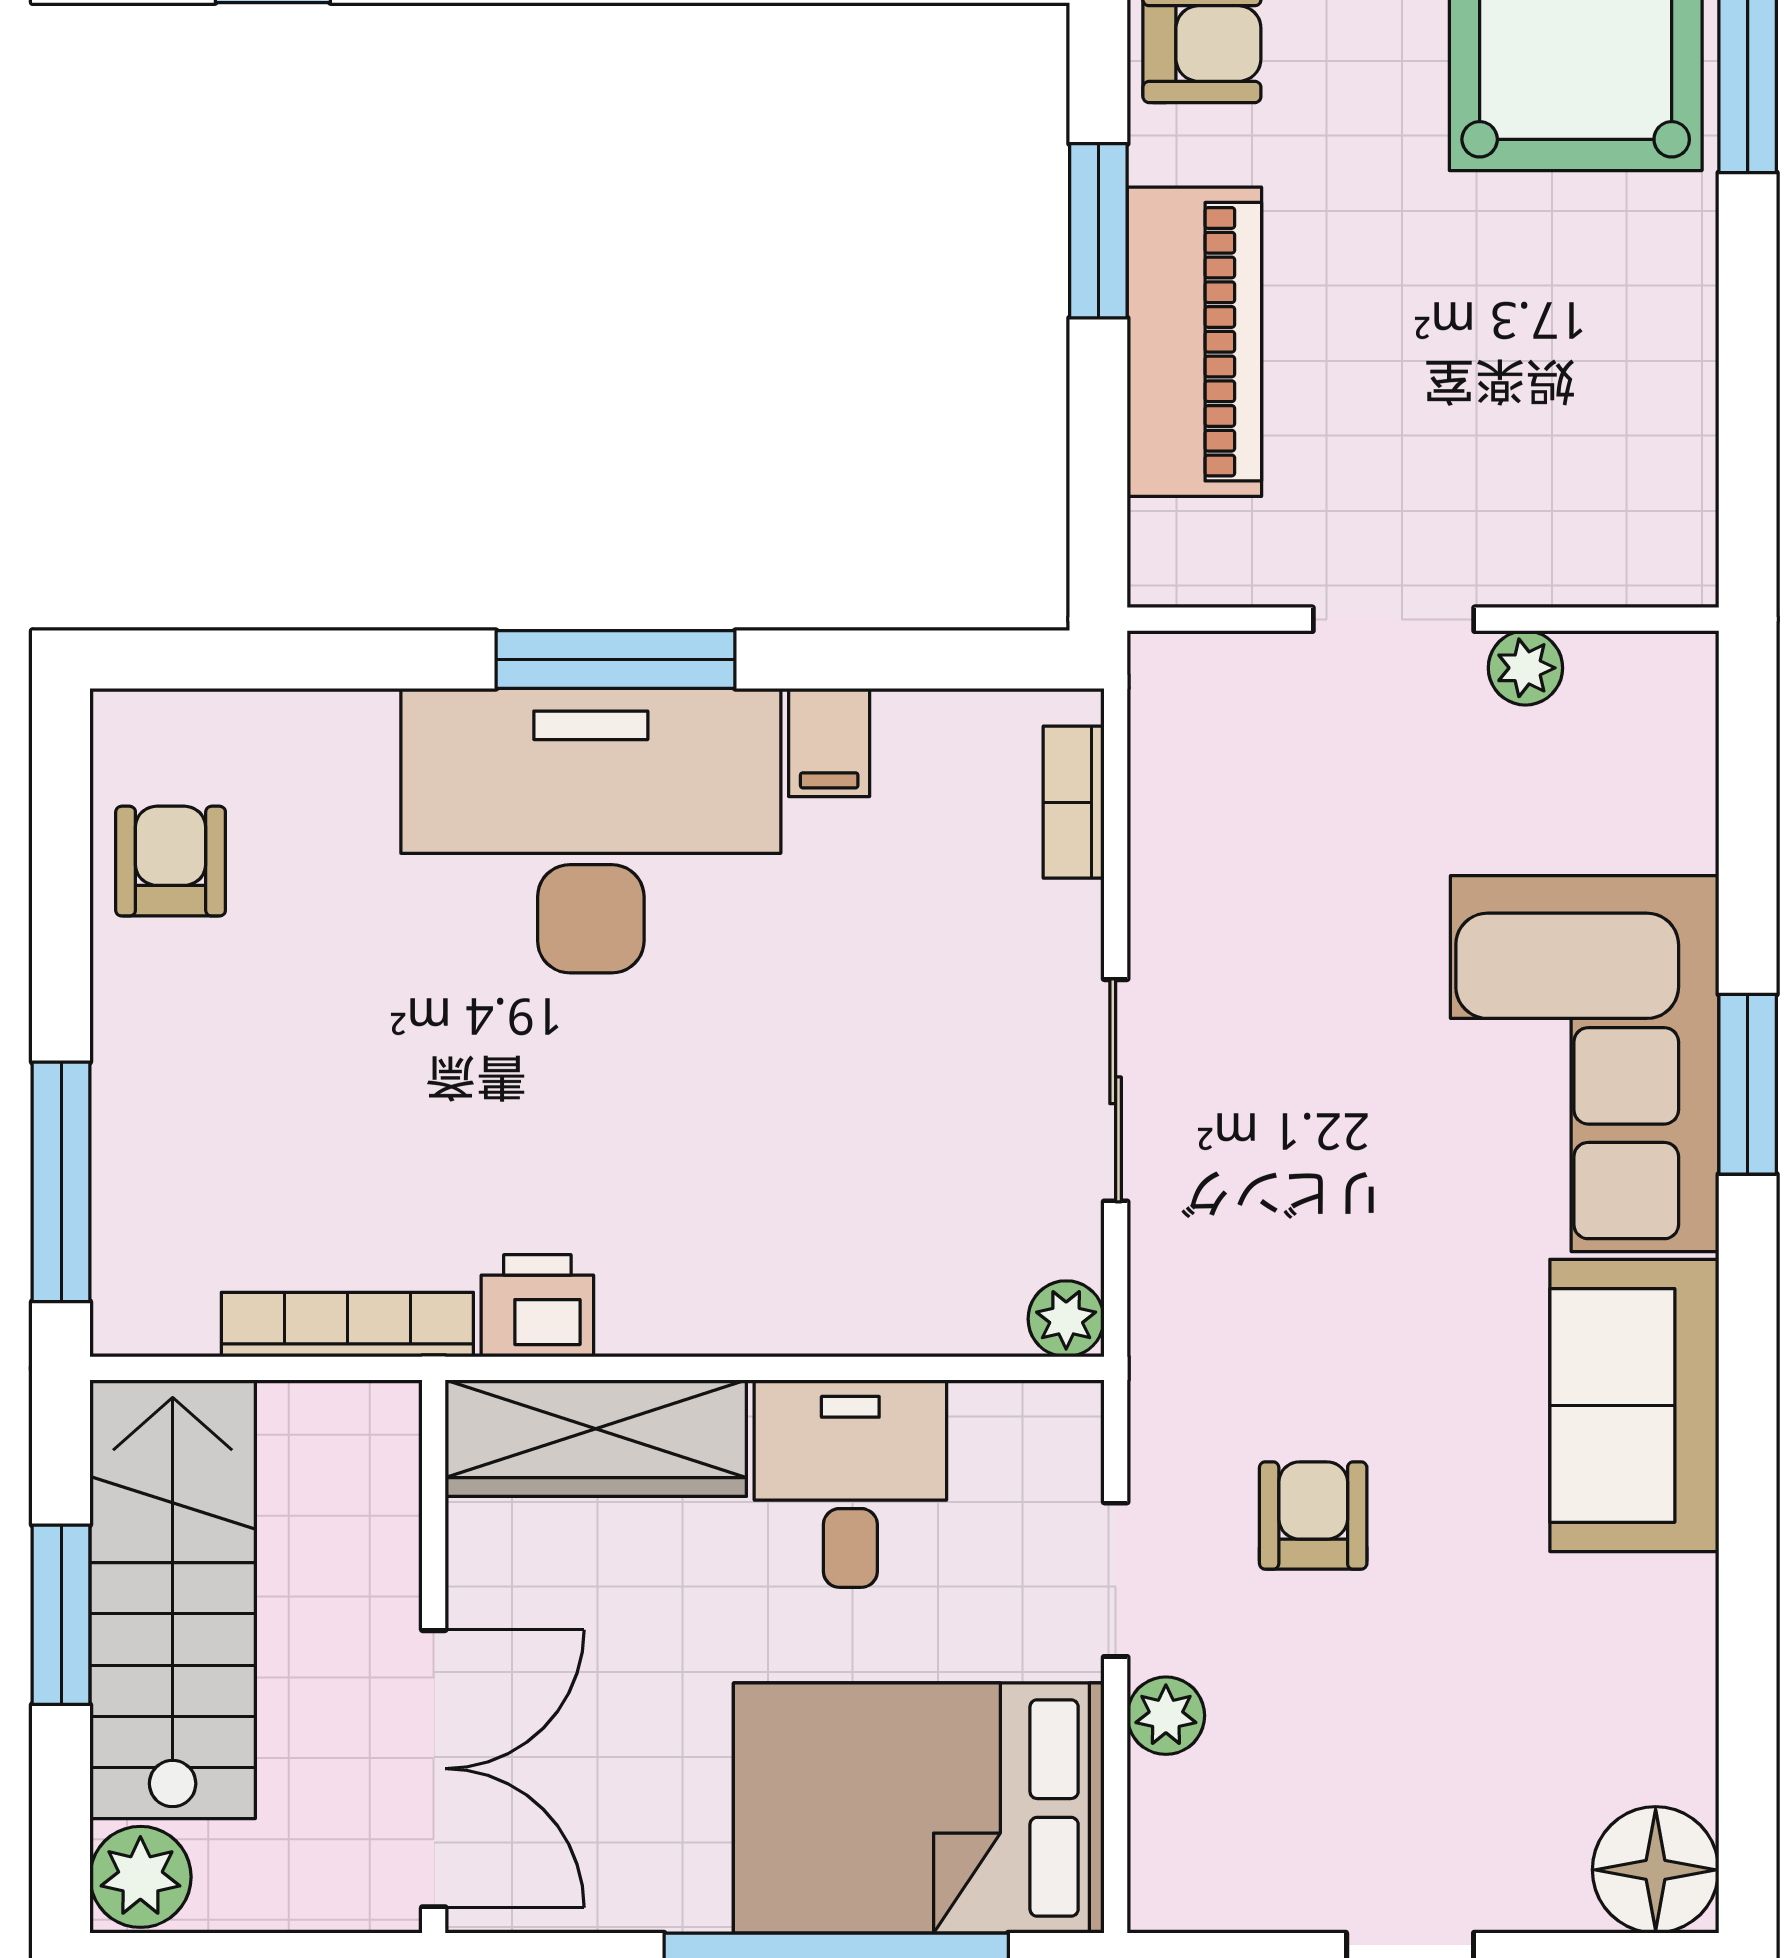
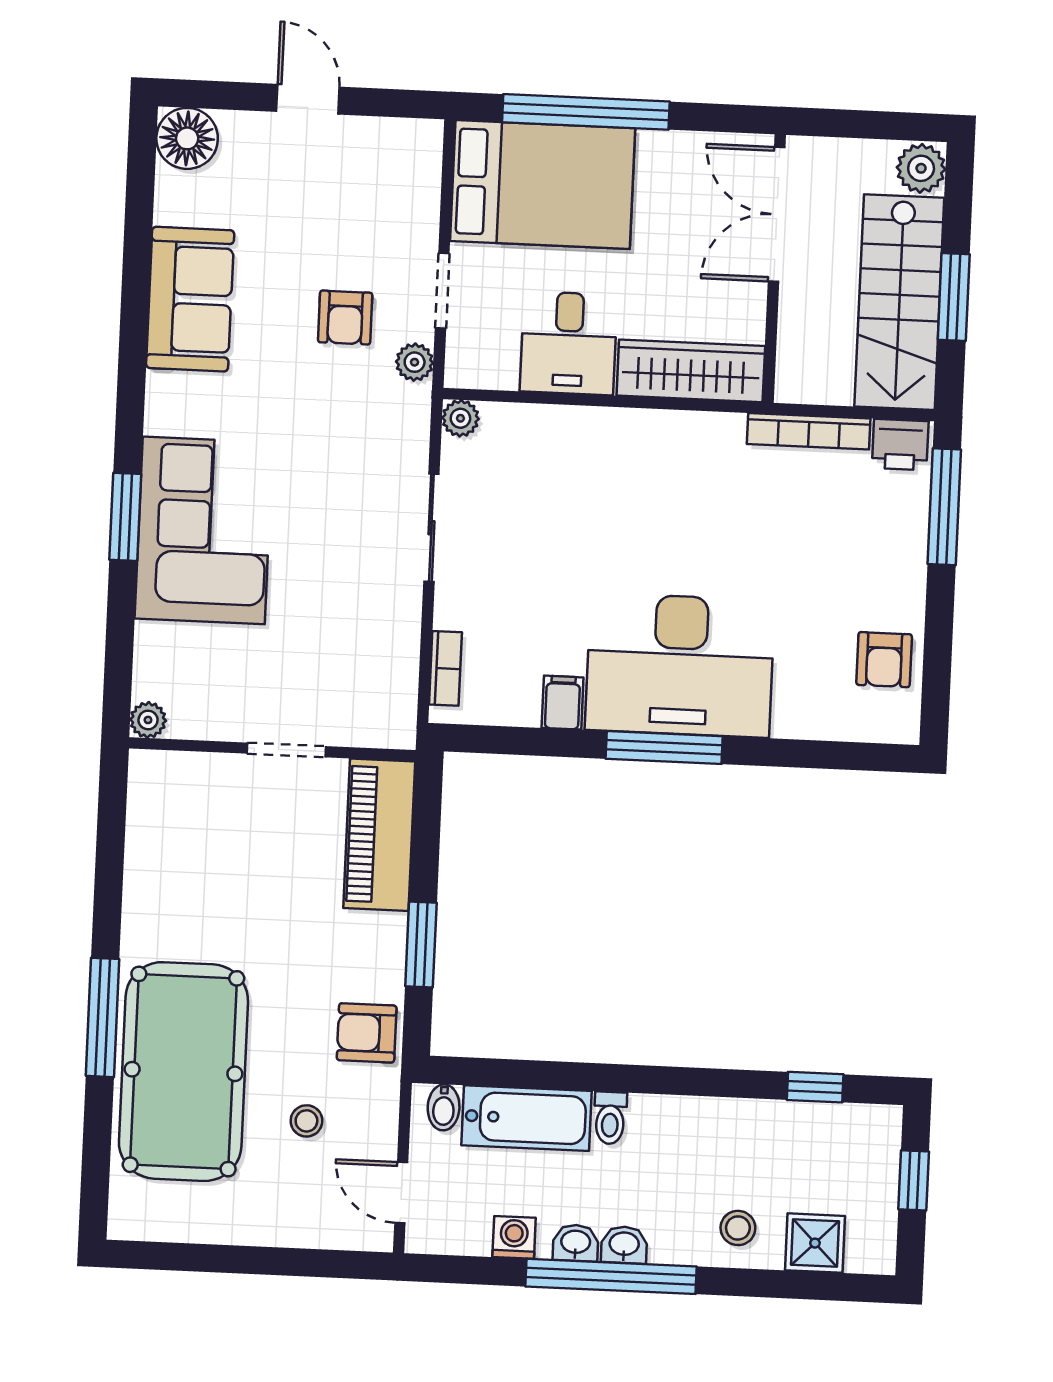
piano: (1194, 342) -> (379, 835), moved
plant: (1525, 668) -> (148, 720), moved
printer: (537, 1306) -> (900, 445), moved
sofa: (1634, 1405) -> (190, 299), moved
plant: (1166, 1716) -> (415, 362), moved

